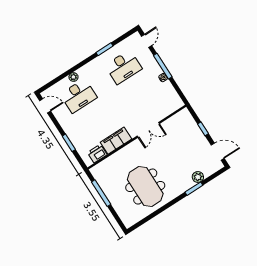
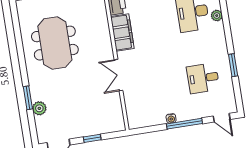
desk: (124, 67) -> (203, 78), width x0.73
meeting table: (145, 187) -> (55, 43), turned 90

